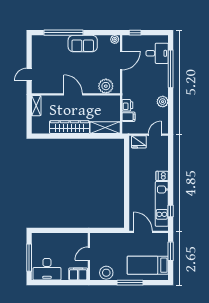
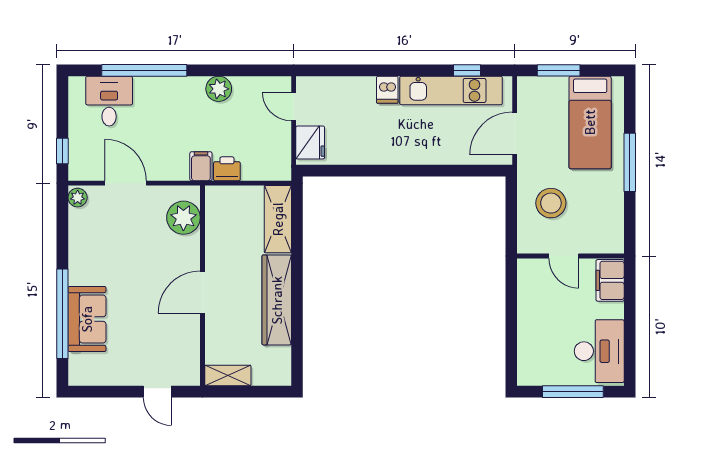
sofa: (83, 44) -> (87, 319), moved
filing cabinet: (128, 117) -> (201, 166), moved
stool: (106, 273) -> (551, 203), moved

